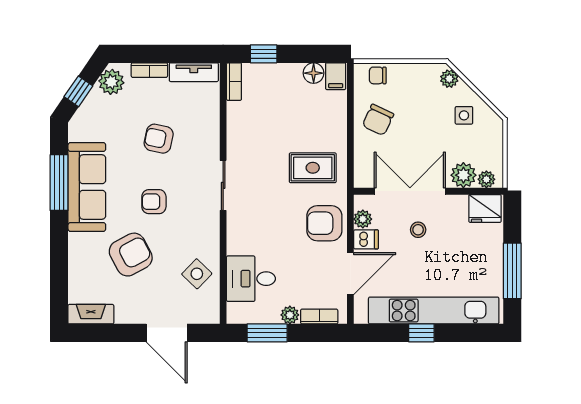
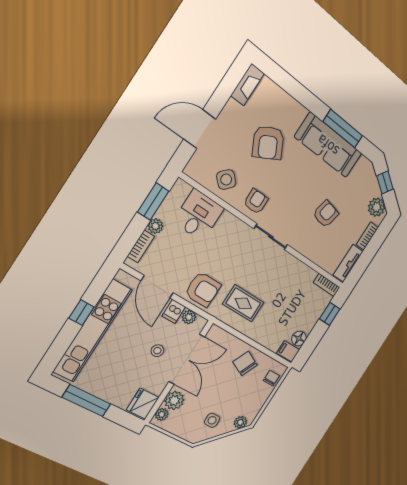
rug: (313, 168) -> (243, 303), turned 90
armchair: (154, 202) -> (256, 201), moved
armchair: (324, 223) -> (203, 289), turned 90

